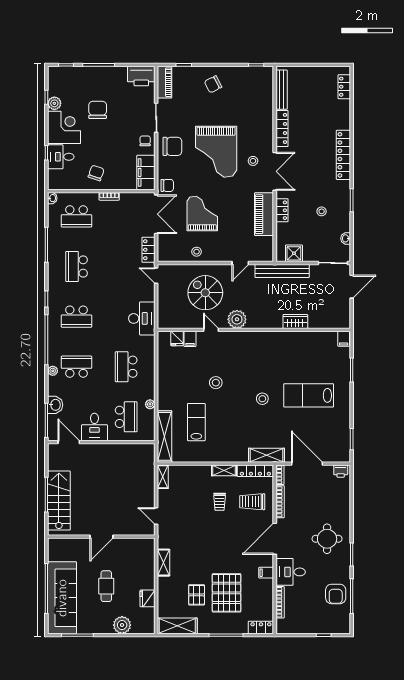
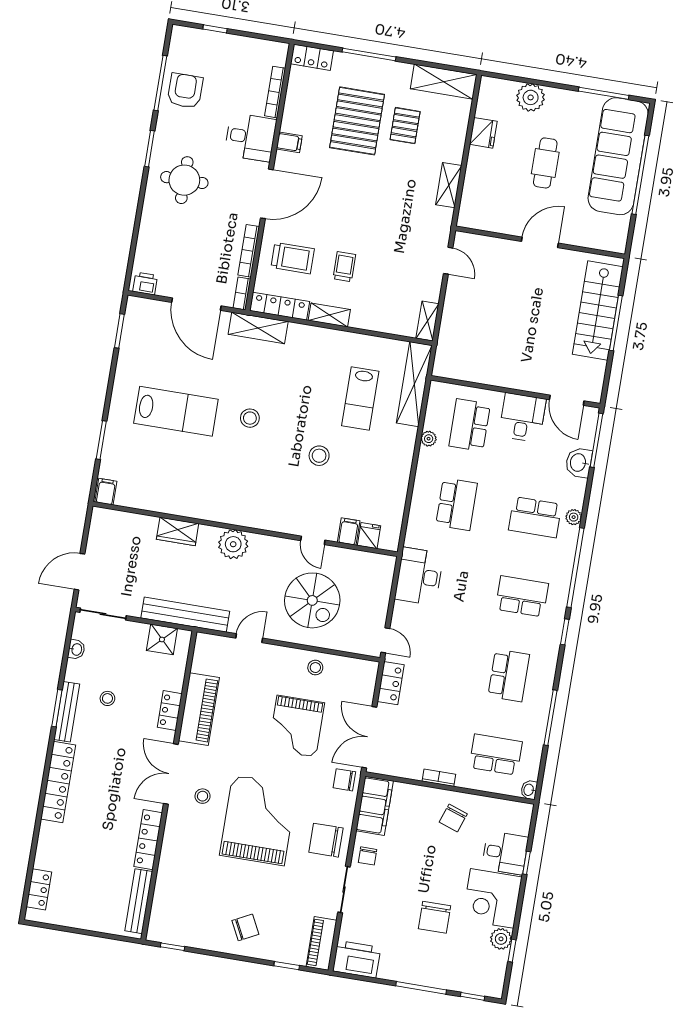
bench: (345, 199) -> (67, 712), added
plant: (237, 319) -> (233, 544), moved

